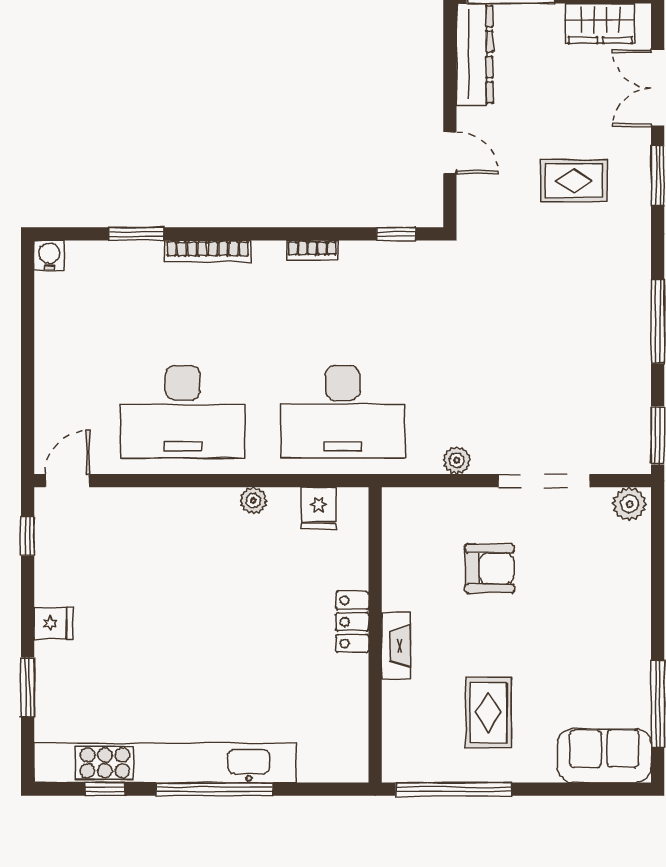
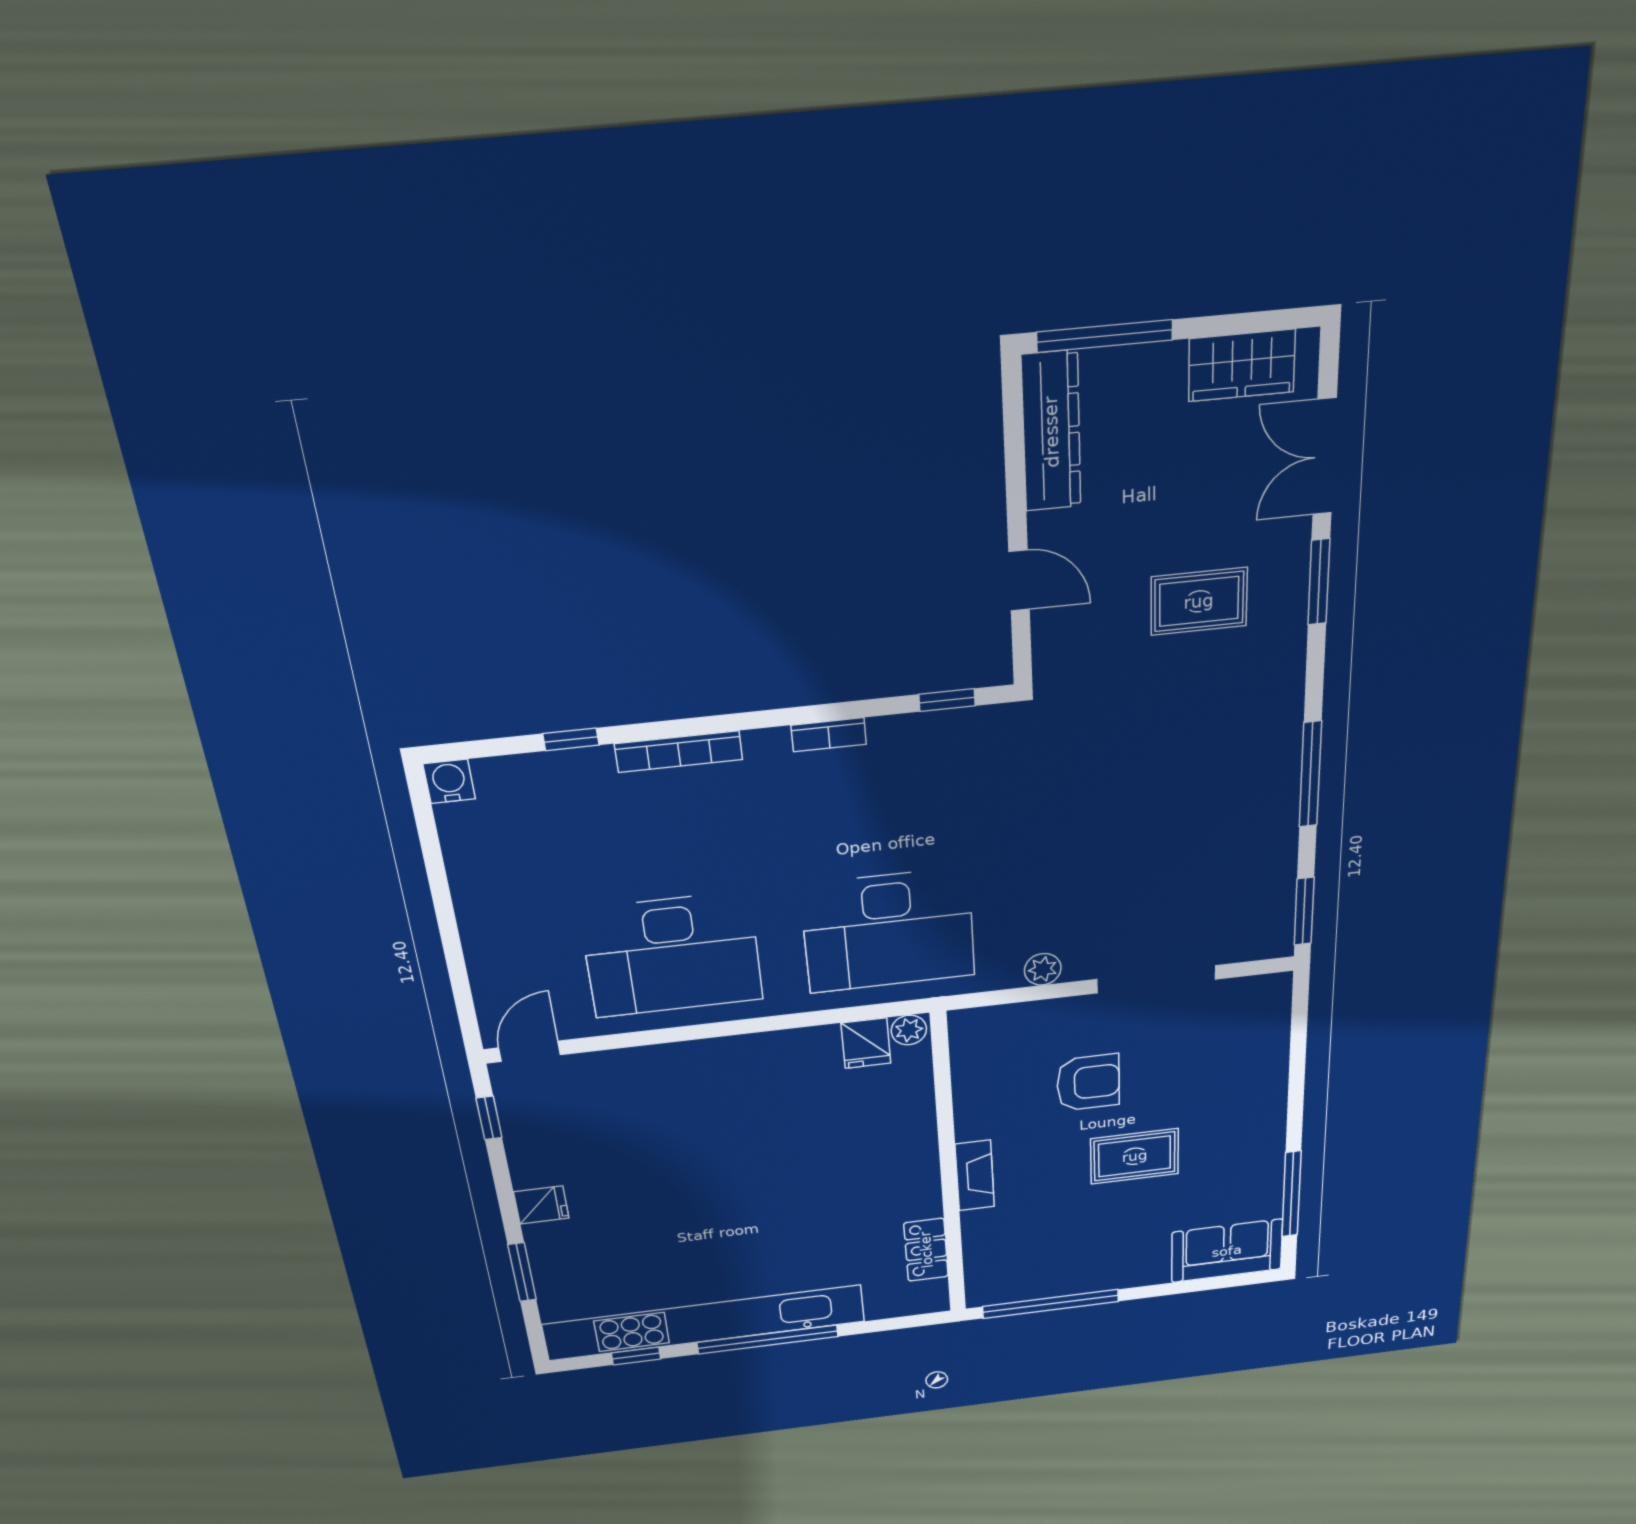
window: (136, 234) -> (571, 739), width x0.67
plant: (253, 501) -> (909, 1030), moved
plant: (629, 504) -> (1265, 992), removed
locker: (352, 622) -> (926, 1250), moved
rug: (488, 712) -> (1135, 1156), moved, turned 90

